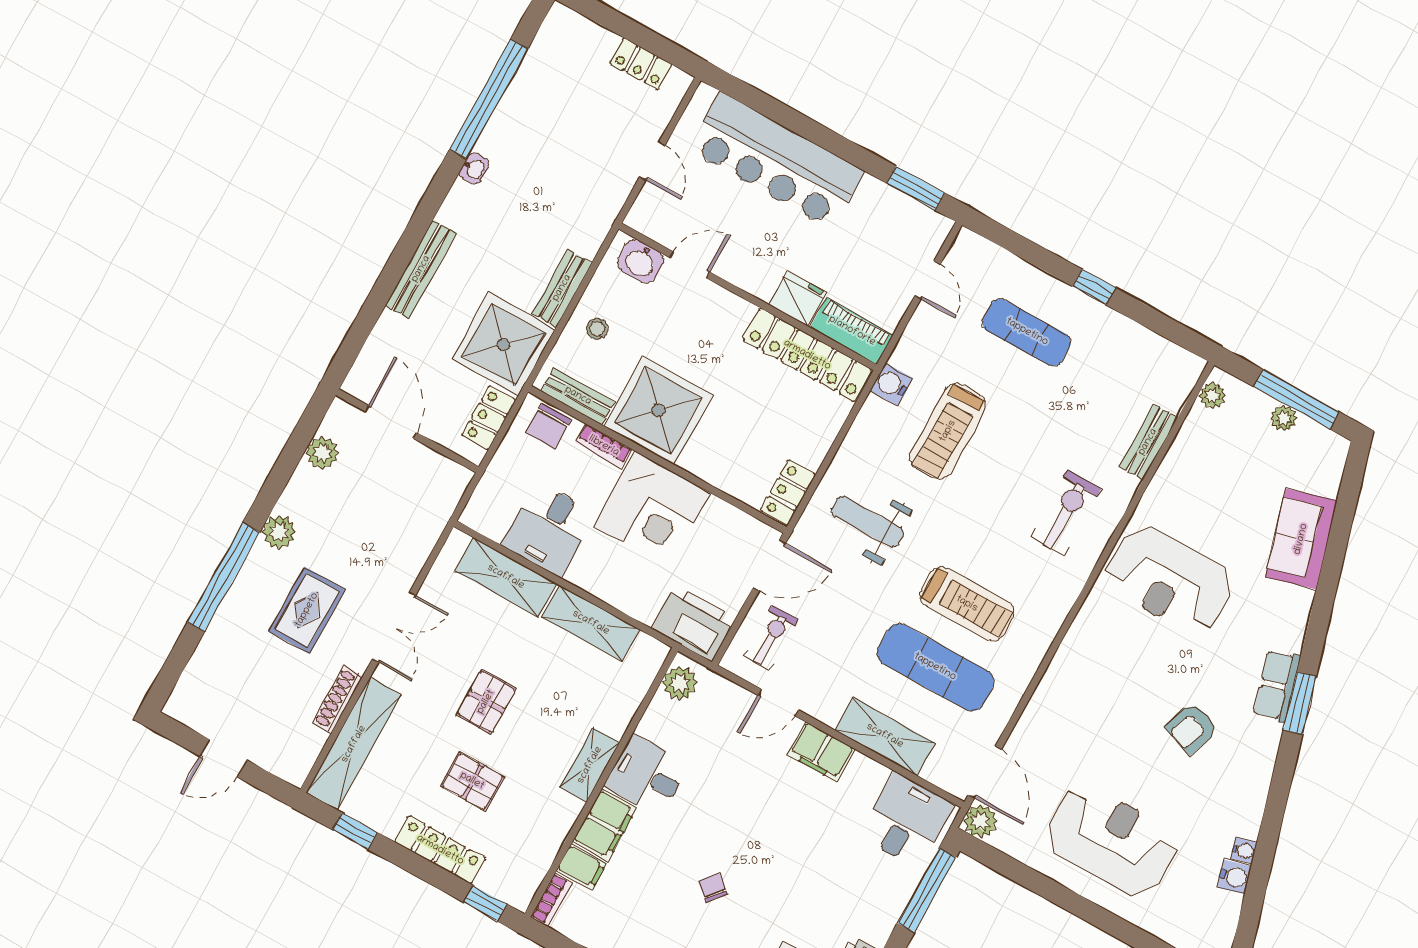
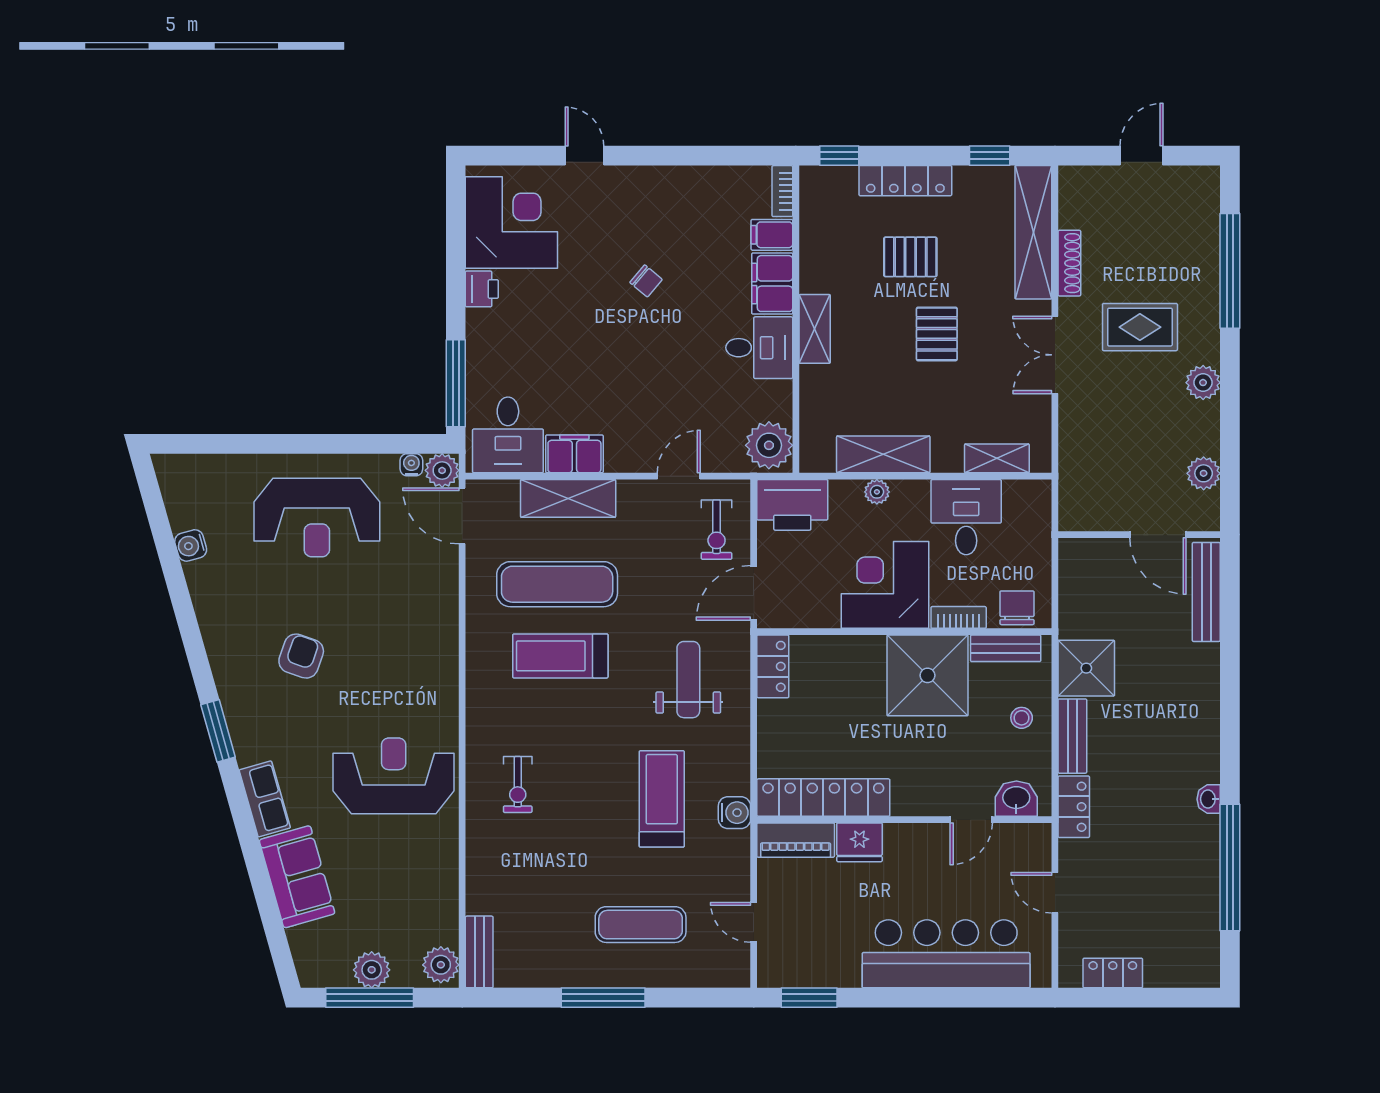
bench: (421, 269) -> (1206, 592), moved
window: (1094, 287) -> (603, 998), width x2.17
shower: (503, 345) -> (1086, 668), width x0.73, depth x0.73
plant: (1212, 396) -> (441, 965), width x1.38, depth x1.38
locker: (489, 418) -> (1074, 807), moved
plant: (1284, 418) -> (372, 970), width x1.38, depth x1.38
bench: (1148, 442) -> (479, 952), moved
exercise bike: (1066, 513) -> (518, 785), width x0.73, depth x0.72
weight bench: (868, 522) -> (688, 680), turned -90
window: (224, 577) -> (1230, 271), moved
shelving: (506, 577) -> (997, 458), width x0.67, depth x0.75
plant: (614, 594) -> (877, 492), added
rug: (307, 610) -> (1140, 327), turned 90
plant: (680, 683) -> (769, 445), width x1.36, depth x1.36
row of seats: (1277, 686) -> (265, 799), moved
filing cabinet: (821, 752) -> (574, 454), moved
water cooler: (1244, 850) -> (411, 465), moved, turned 106

